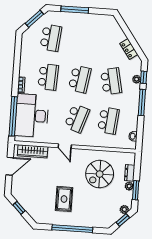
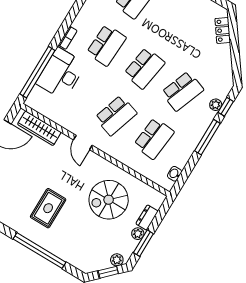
locker: (129, 49) -> (223, 30), moved
school desk: (111, 81) -> (182, 91), turned 33
desk: (32, 116) -> (61, 74), width x0.73, depth x0.77

